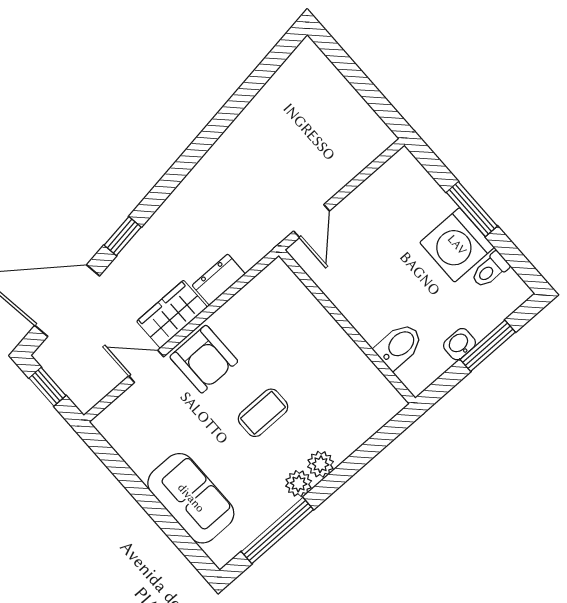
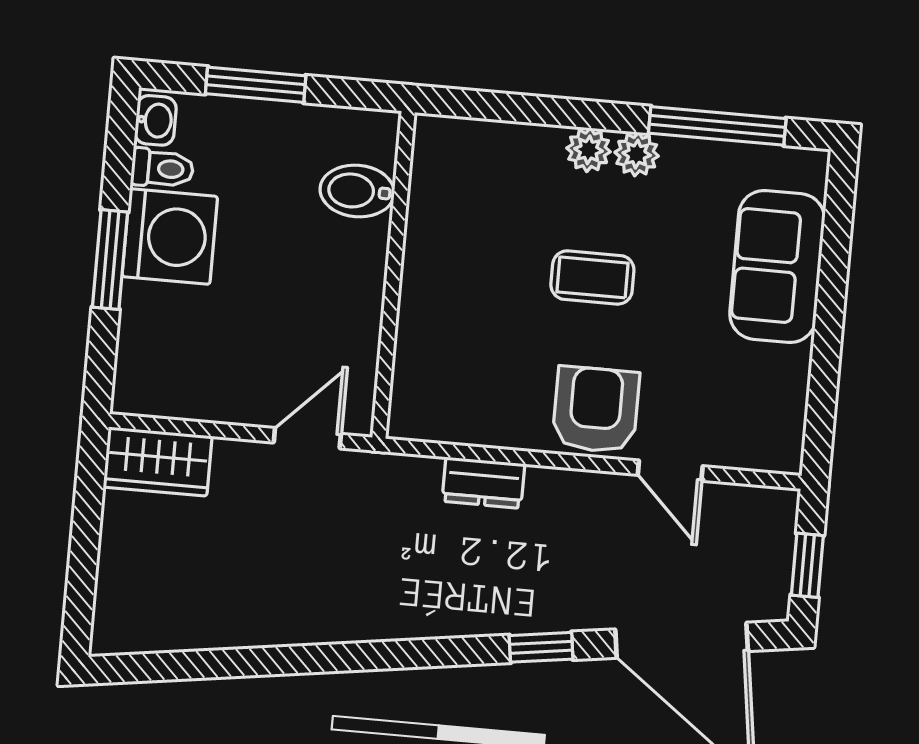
wardrobe: (172, 314) -> (158, 462), moved
washbasin: (460, 344) -> (155, 120), moved, turned -90

